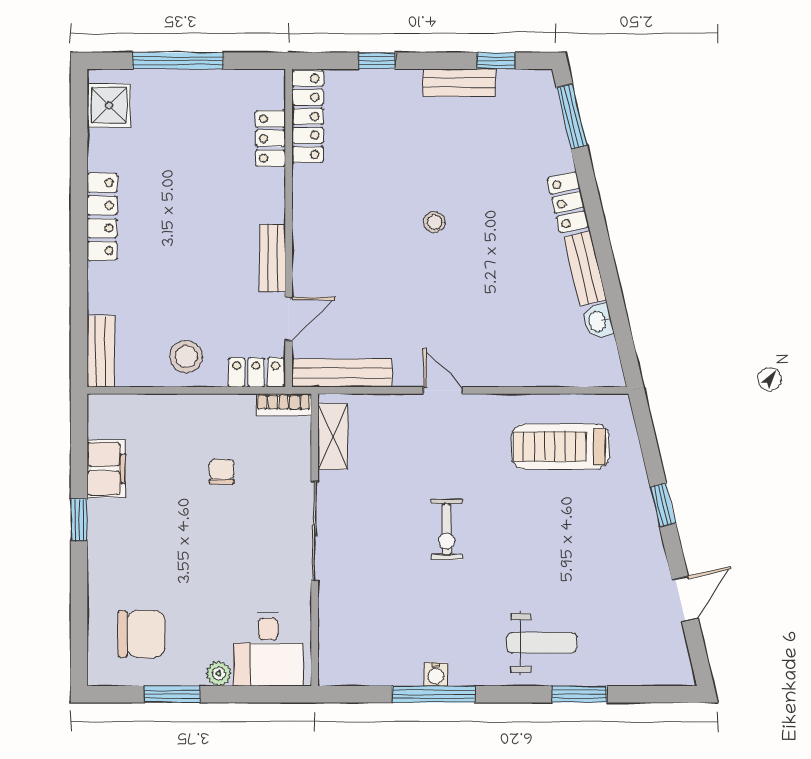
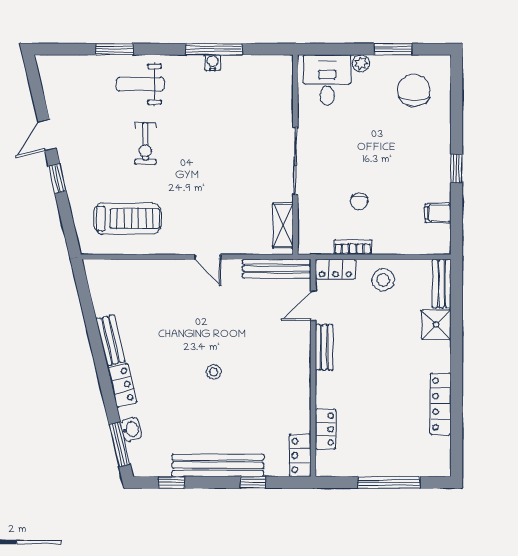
bench: (459, 83) -> (218, 465), width x1.86, depth x1.21
shower: (109, 105) -> (436, 325), moved
locker: (308, 116) -> (300, 455), width x0.66
locker: (102, 217) -> (441, 404), moved
washbasin: (598, 321) -> (131, 429), moved
bookcase: (284, 405) -> (353, 247), moved
filing cabinet: (106, 469) -> (438, 213), width x0.50
exercise bike: (447, 529) -> (145, 143), moved, turned 180
door: (685, 599) -> (47, 135), moved
chair: (141, 634) -> (414, 90), turned 90

